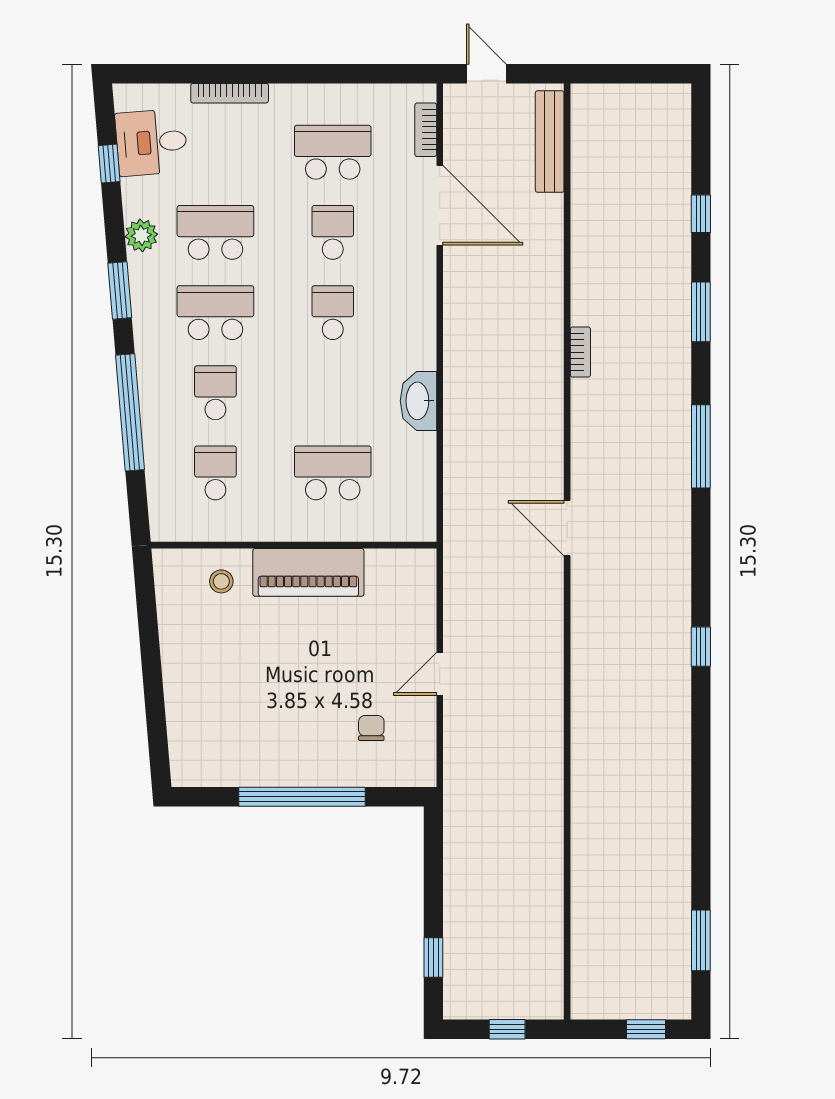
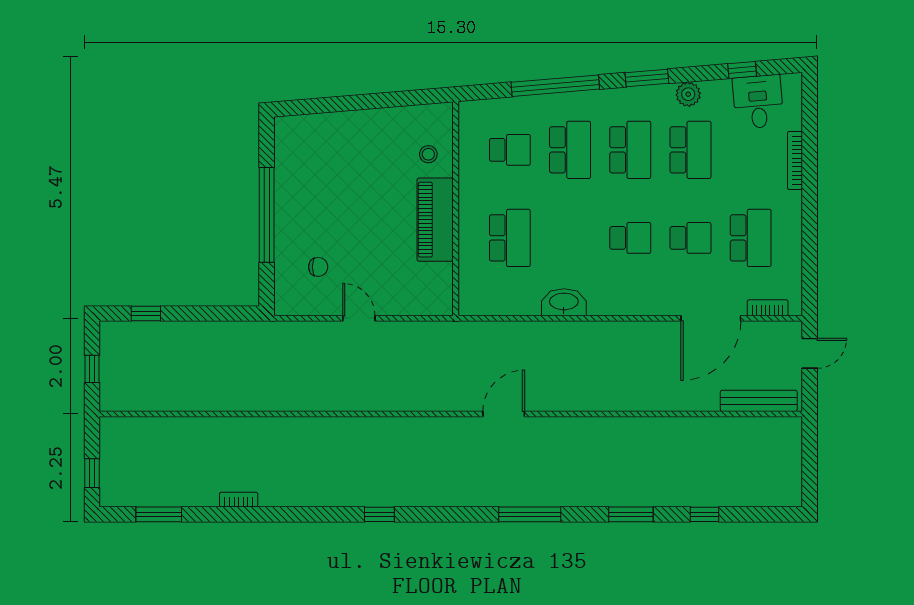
bookcase: (580, 352) -> (239, 500), moved, turned 180
school desk: (215, 393) -> (570, 150), width x1.85
door: (567, 528) -> (504, 414), moved

